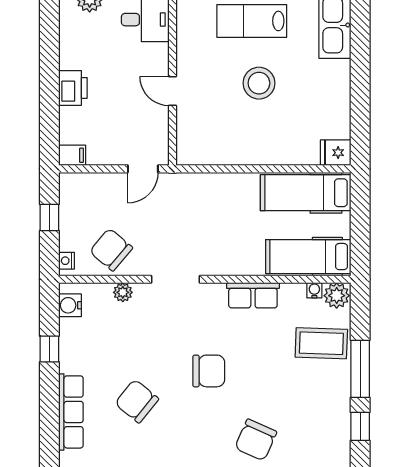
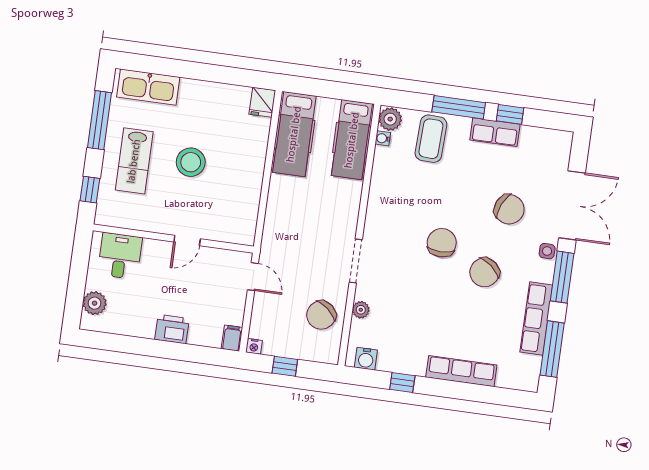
nightstand: (66, 261) -> (254, 346), moved
row of seats: (253, 295) -> (495, 132), moved, turned 90
chair: (137, 401) -> (485, 272), moved

